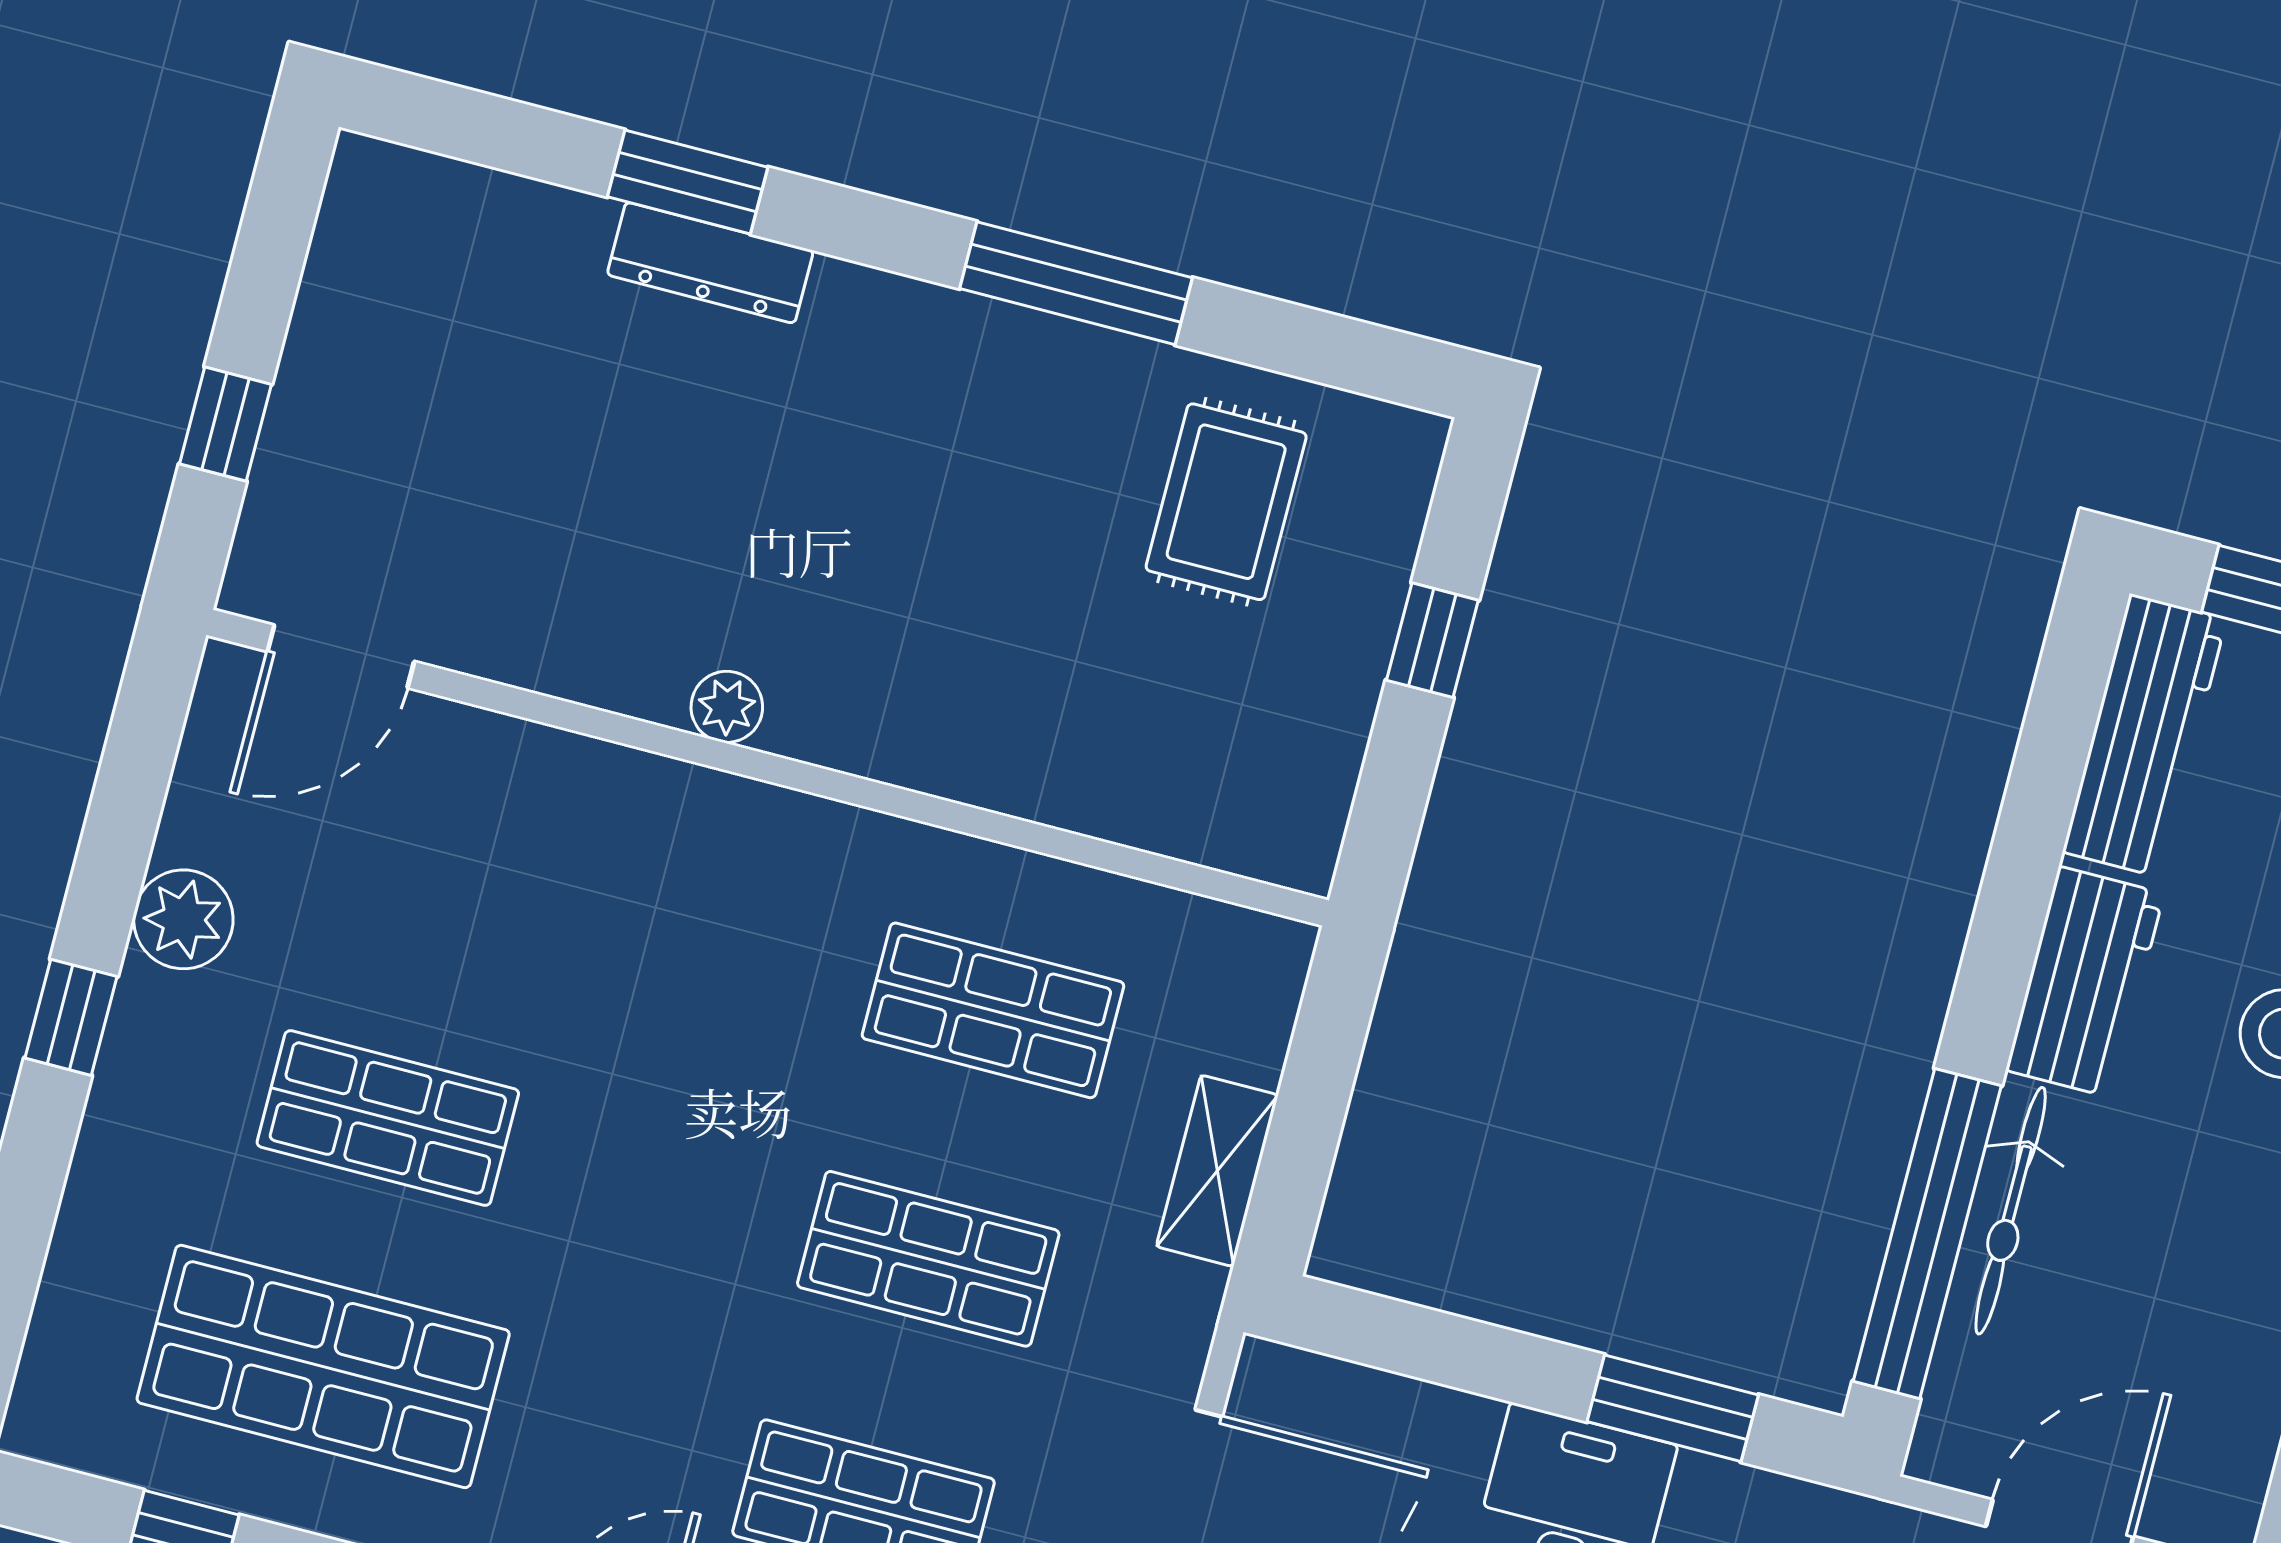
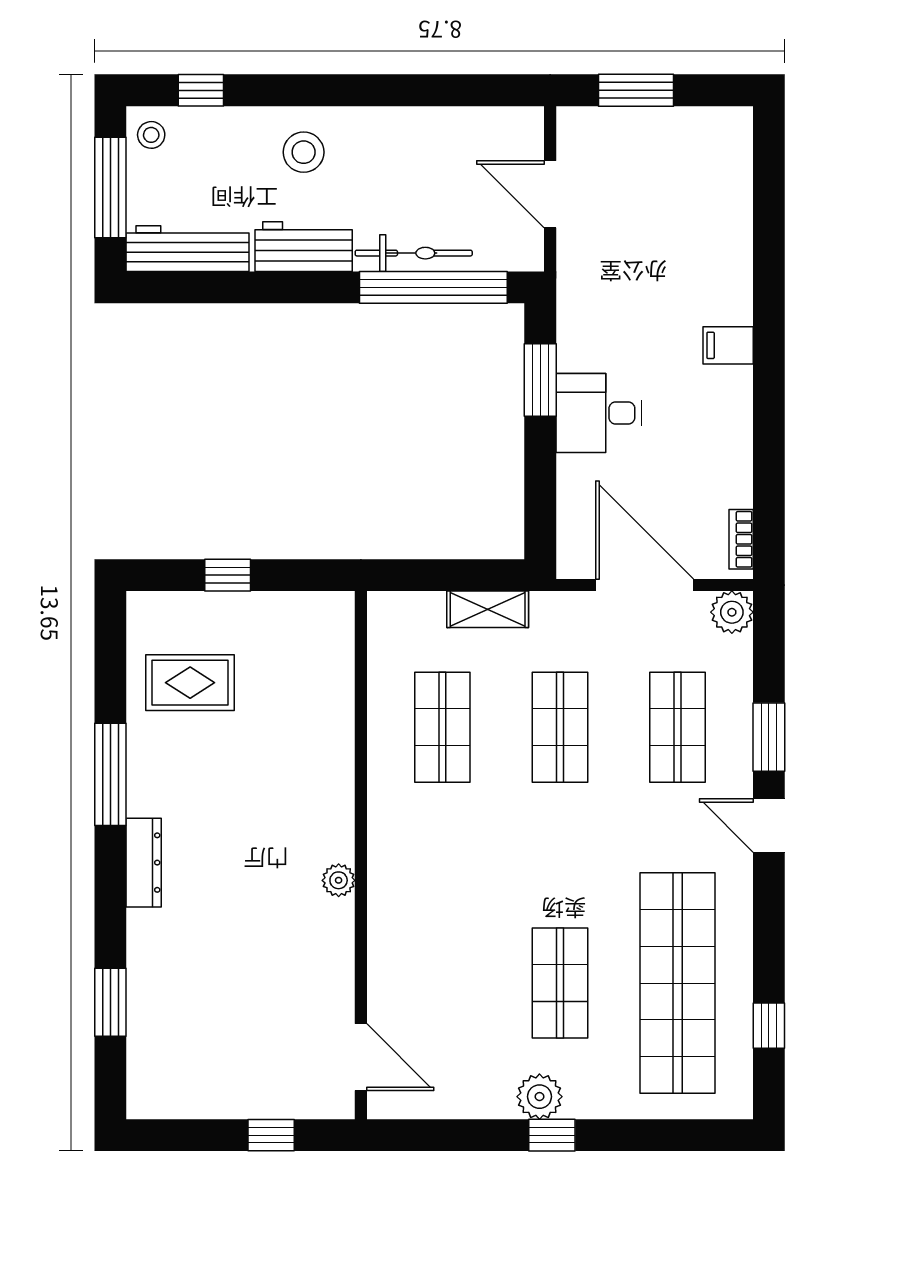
window: (688, 182) -> (110, 1002), moved
dresser: (710, 263) -> (144, 863), moved
plant: (183, 919) -> (539, 1097), moved
shop shelf: (323, 1366) -> (678, 983), width x1.40

